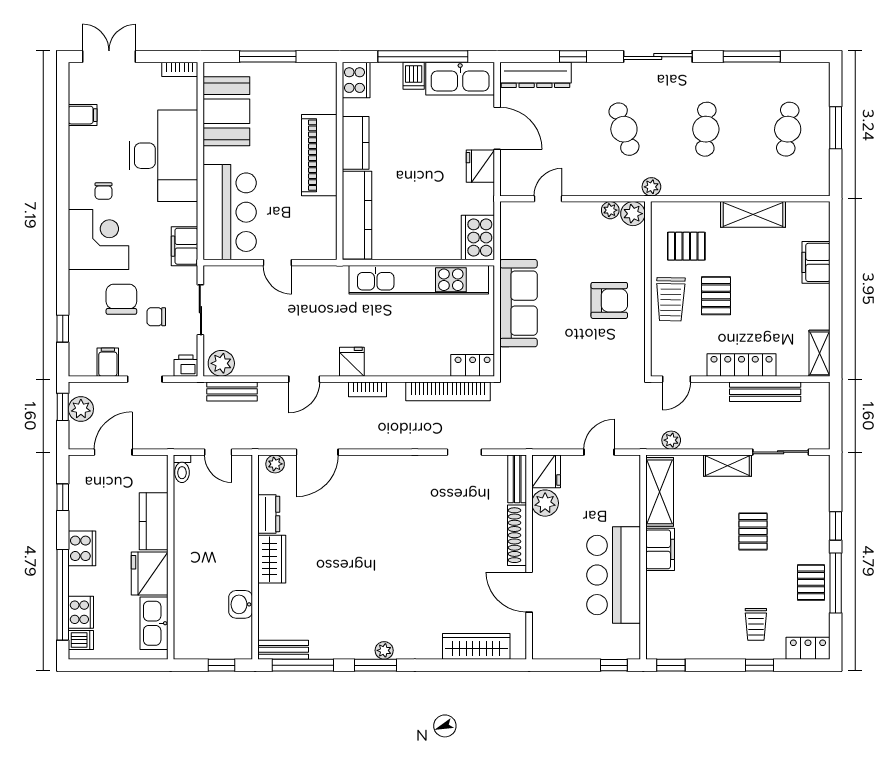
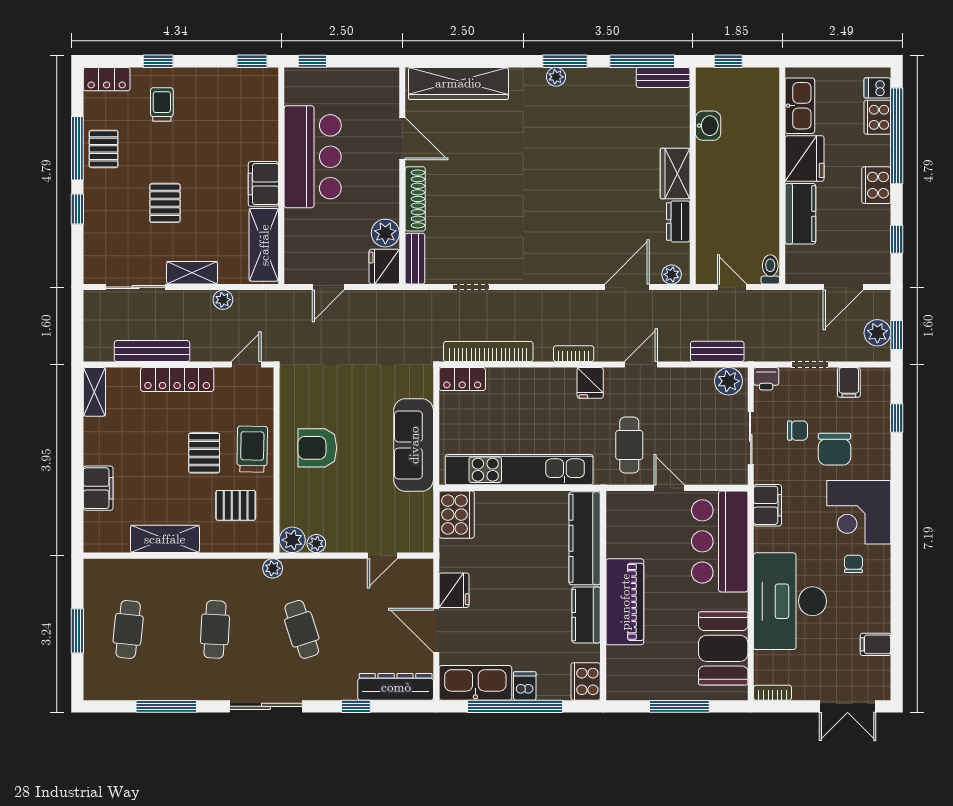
cafe table: (315, 303) -> (629, 445), added
plant: (671, 440) -> (223, 300), moved
wardrobe: (476, 646) -> (458, 83), width x1.40, depth x1.17

